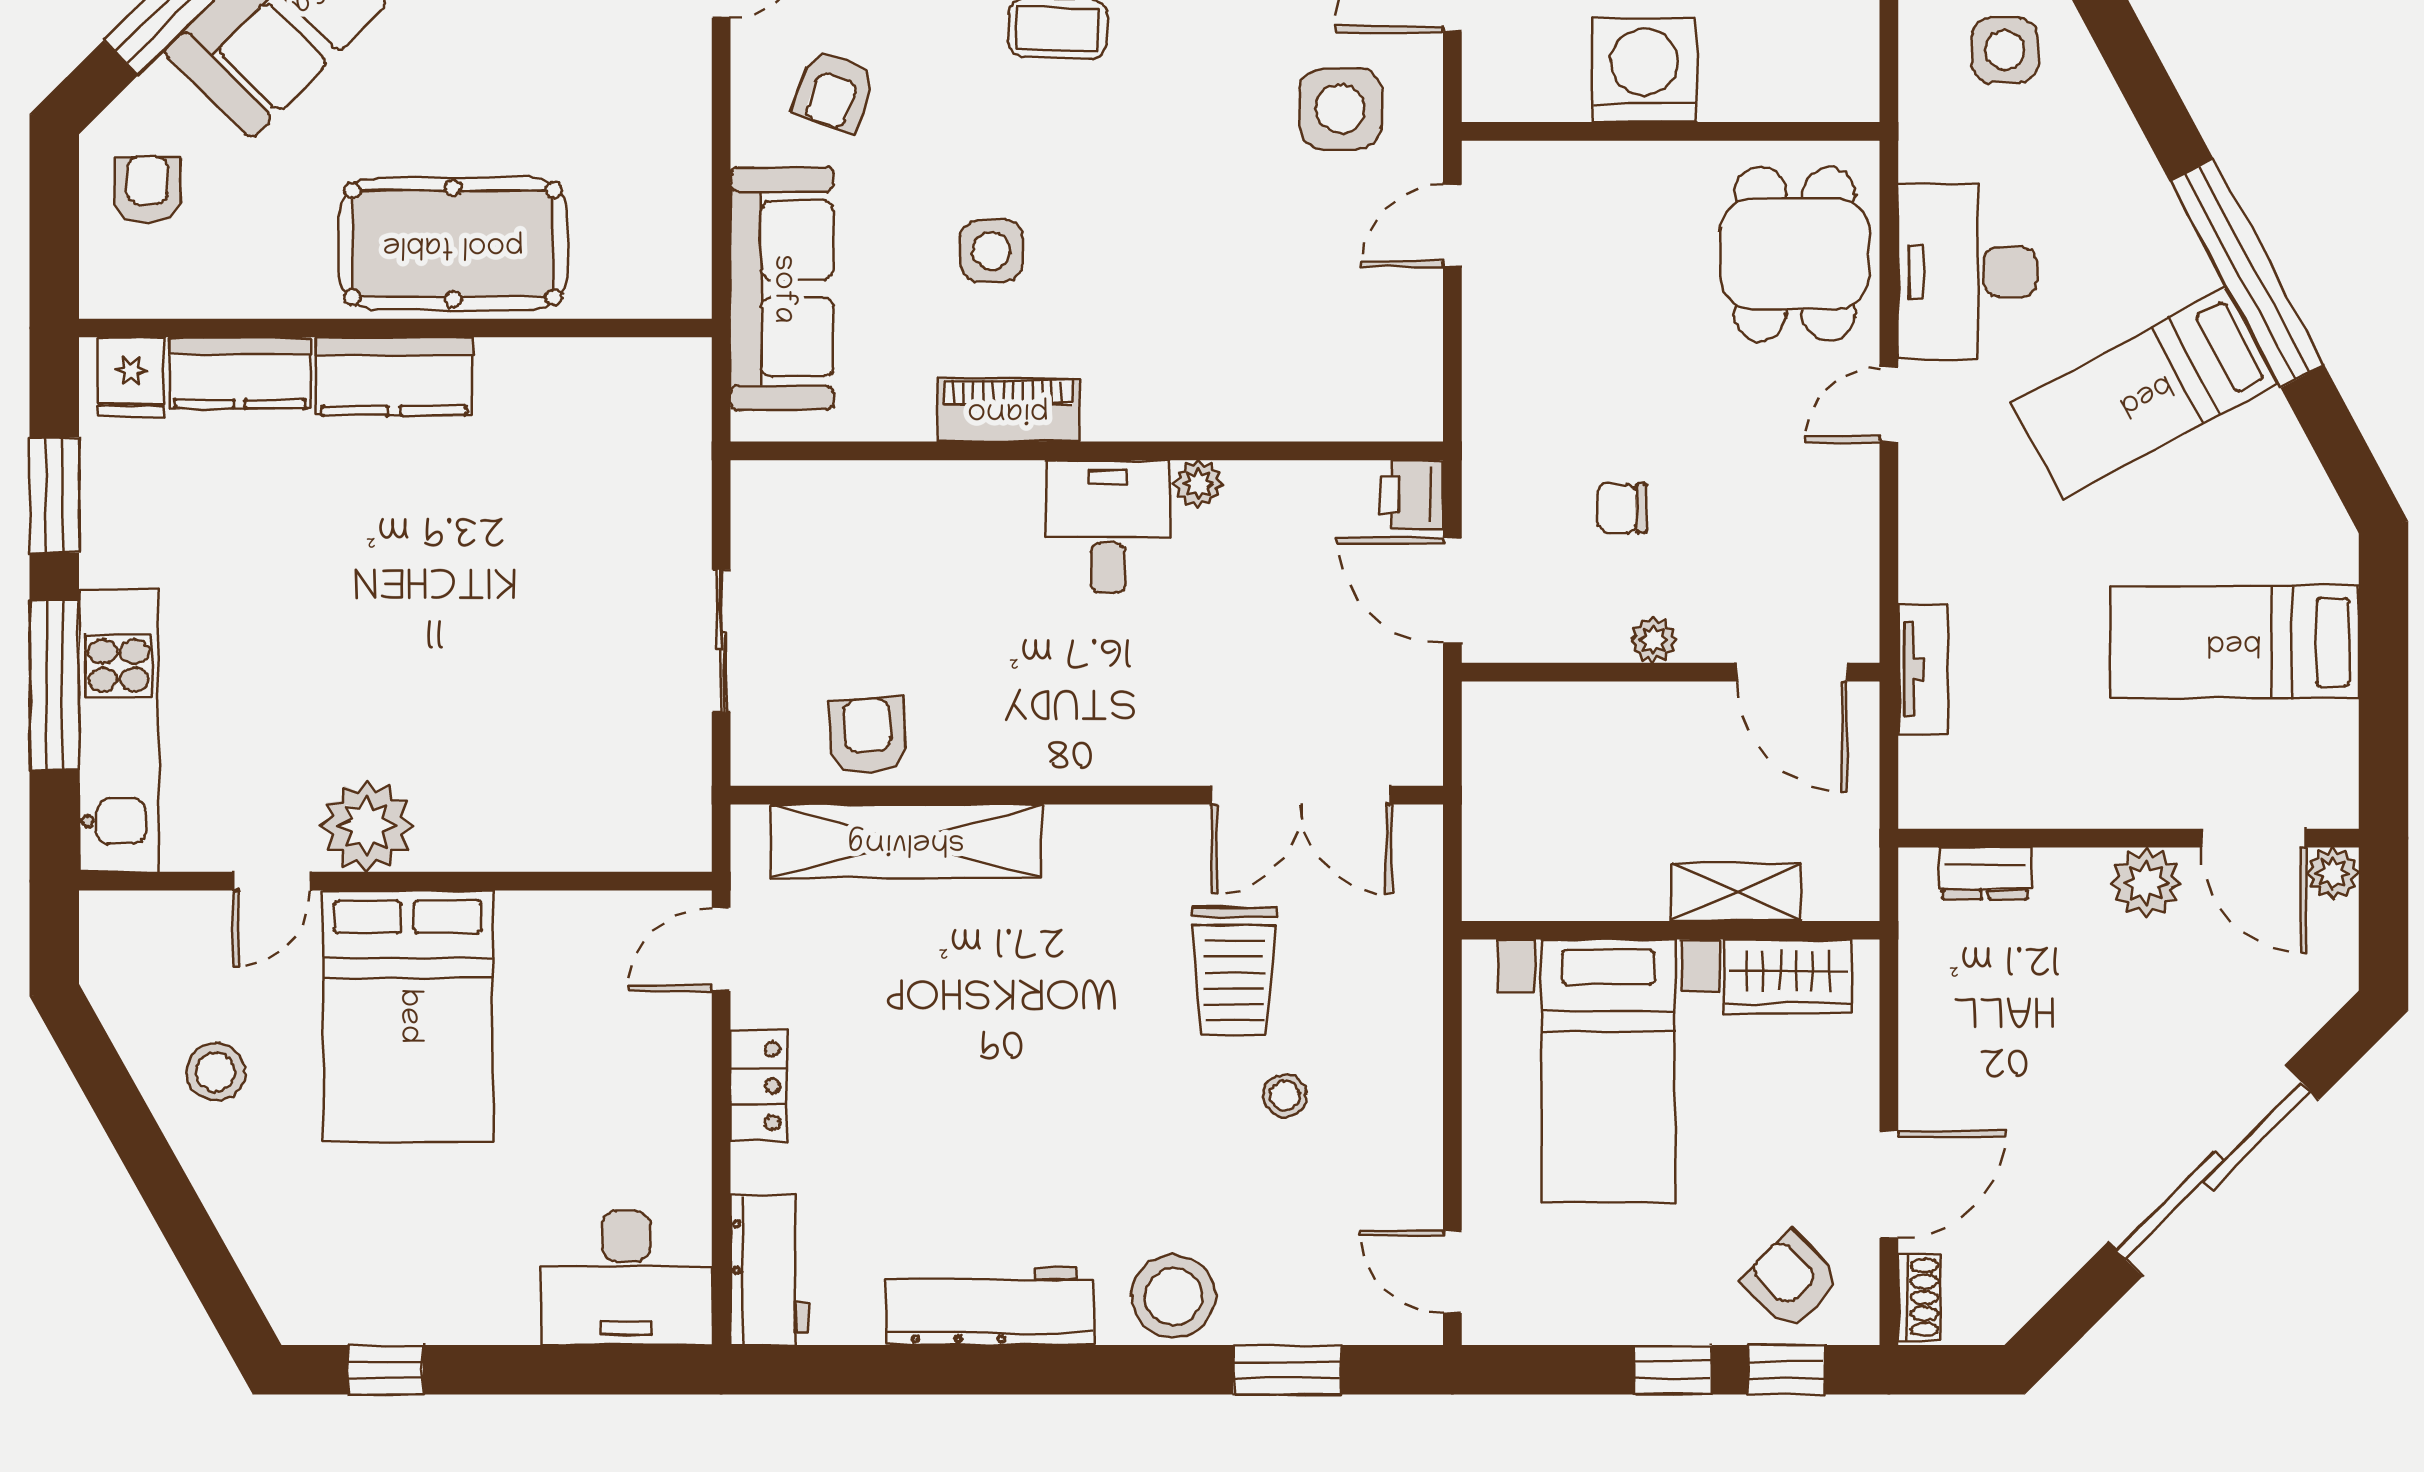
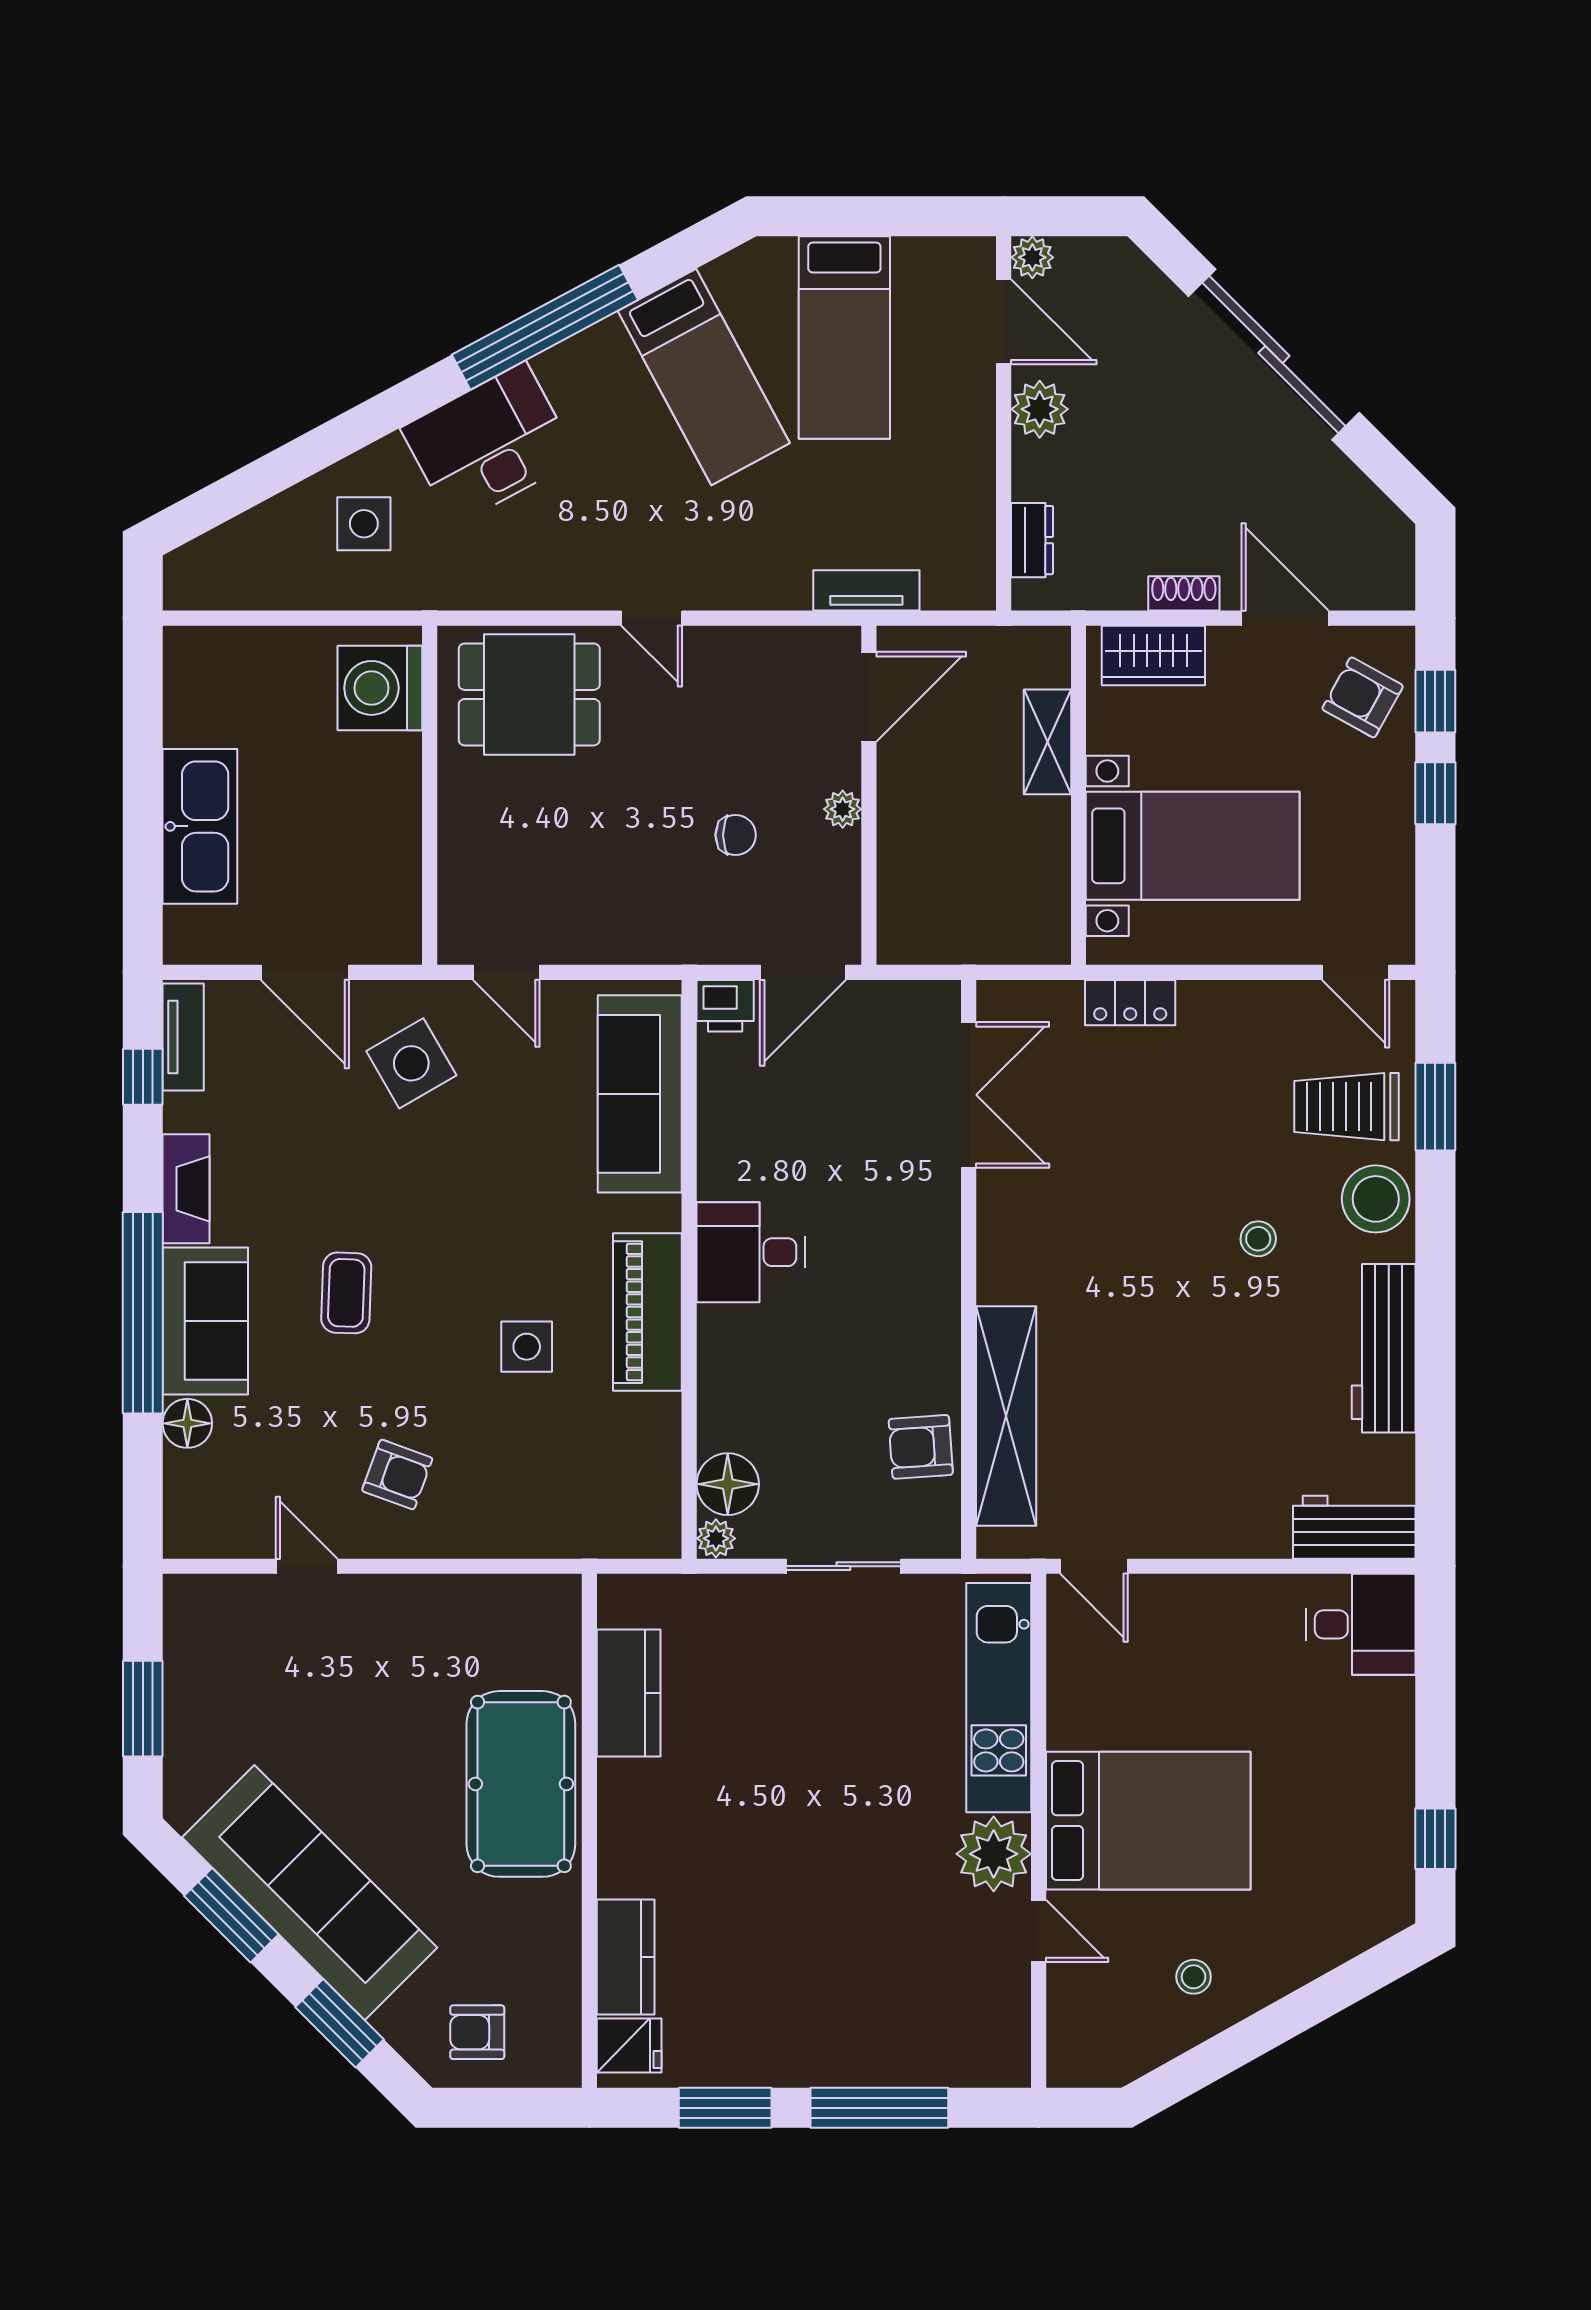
washing machine: (1644, 70) -> (380, 688), moved
side table: (1340, 109) -> (411, 1063), turned -30
desk: (1967, 272) -> (489, 444), moved, turned 152
sofa: (782, 289) -> (640, 1094), moved, turned -90
kitchen counter: (394, 376) -> (629, 1693), moved
bed: (2145, 393) -> (704, 377), moved
piano: (1008, 410) -> (647, 1312), width x1.37, depth x1.33
plant: (1198, 484) -> (716, 1538), moved
floor lamp: (822, 498) -> (728, 1484), added
chair: (1622, 508) -> (736, 835), turned -90
kitchen unit: (119, 731) -> (999, 1698), moved, turned -90
door: (2253, 838) -> (1004, 322), hinge flipped
trolley: (1234, 971) -> (1347, 1107), moved, turned 180
wardrobe: (1788, 976) -> (1153, 655), moved, turned 90
stool: (216, 1072) -> (1194, 1977), width x0.73, depth x0.73
locker: (758, 1086) -> (1130, 1003), moved, turned 180
stool: (1285, 1096) -> (1258, 1239), moved
door: (1452, 1271) -> (1356, 972), hinge flipped
desk: (626, 1278) -> (1361, 1624), width x0.73
armchair: (1791, 1280) -> (1363, 697), turned 74
shoe rack: (1919, 1298) -> (1184, 593), moved

